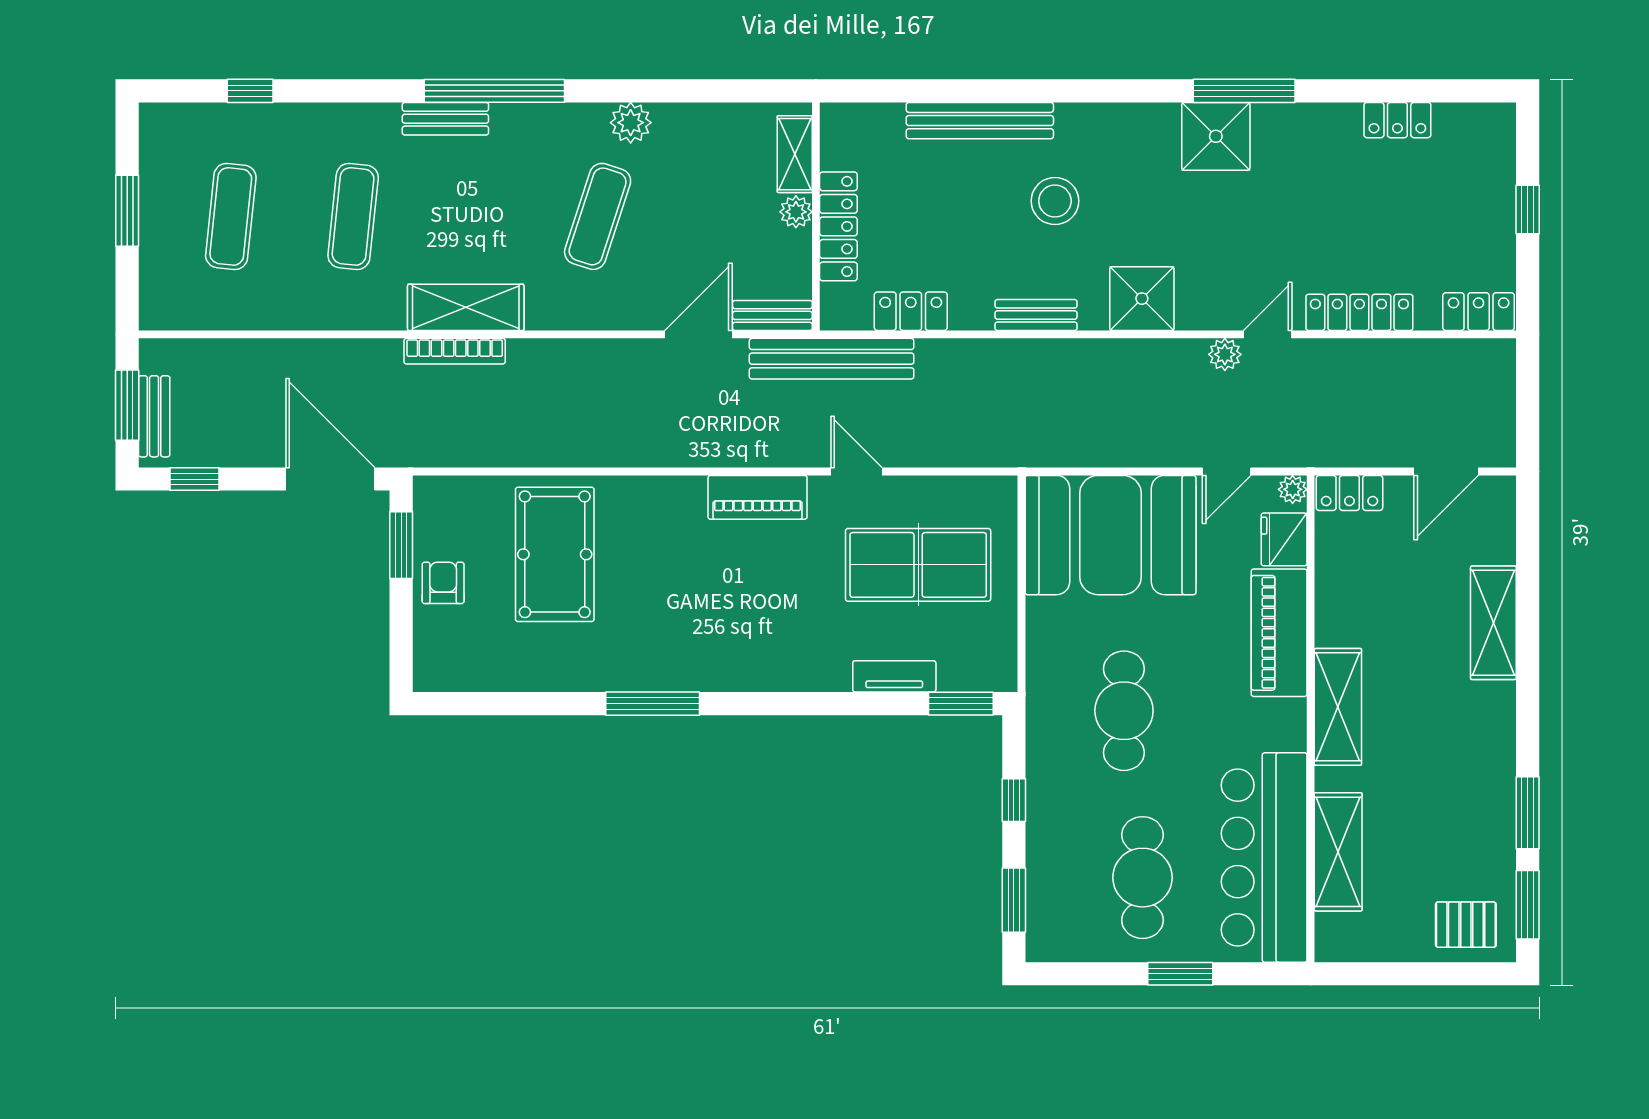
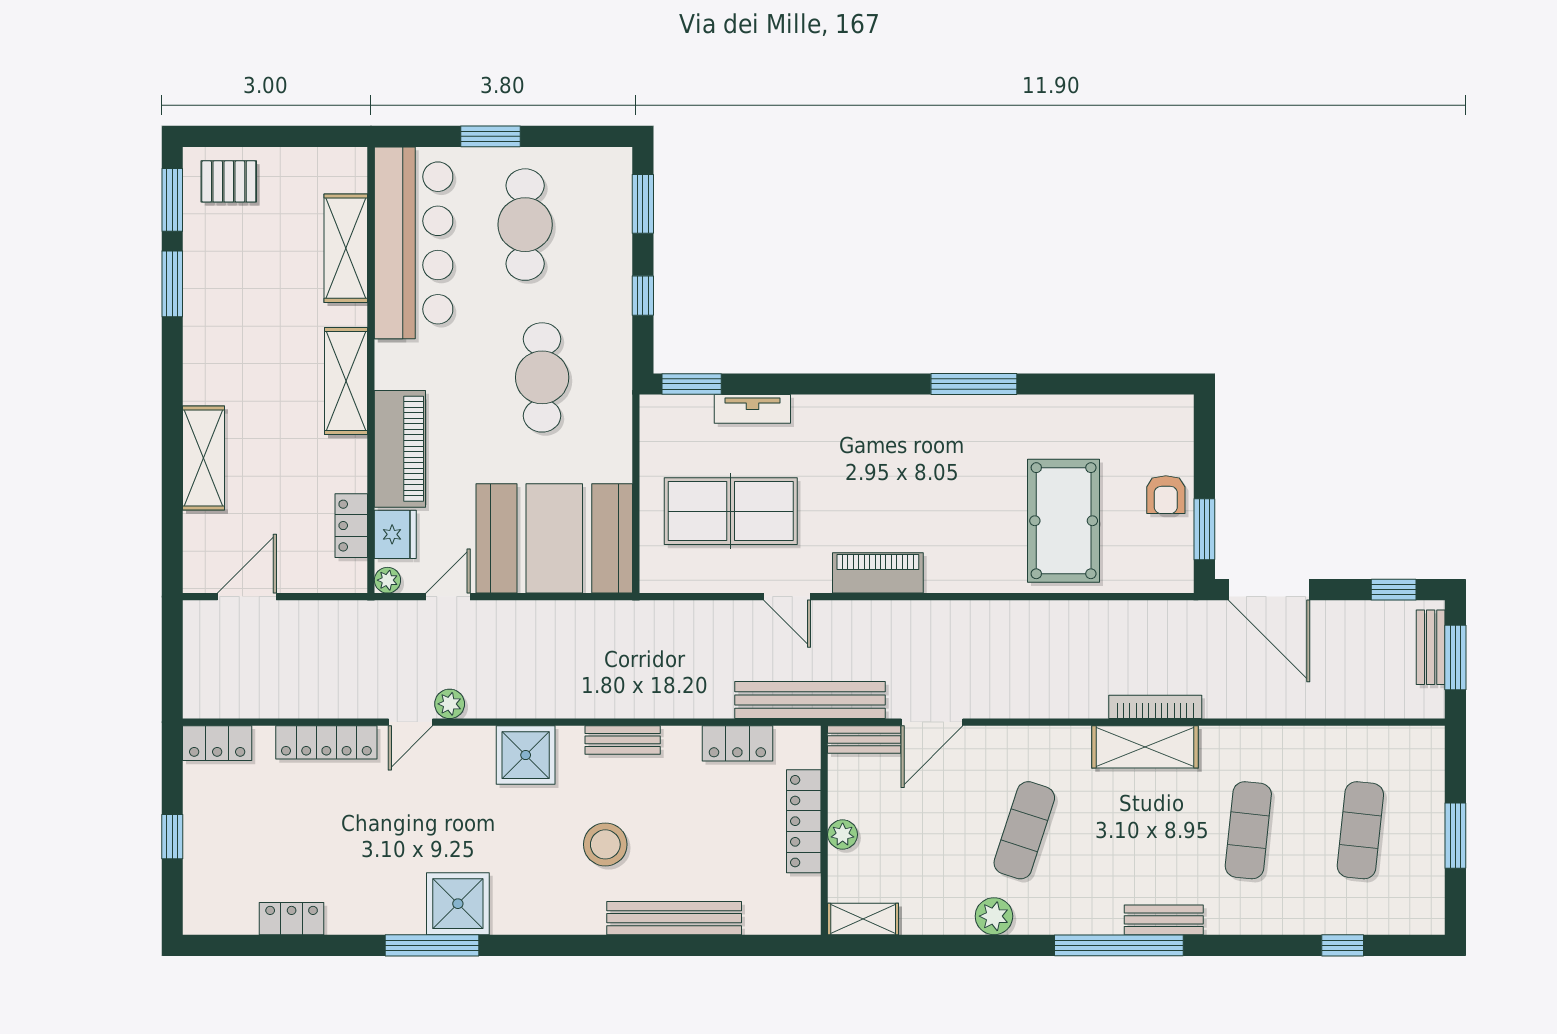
shelving: (795, 154) -> (863, 919), moved, turned 90
locker: (1349, 493) -> (351, 526), moved, turned -90

